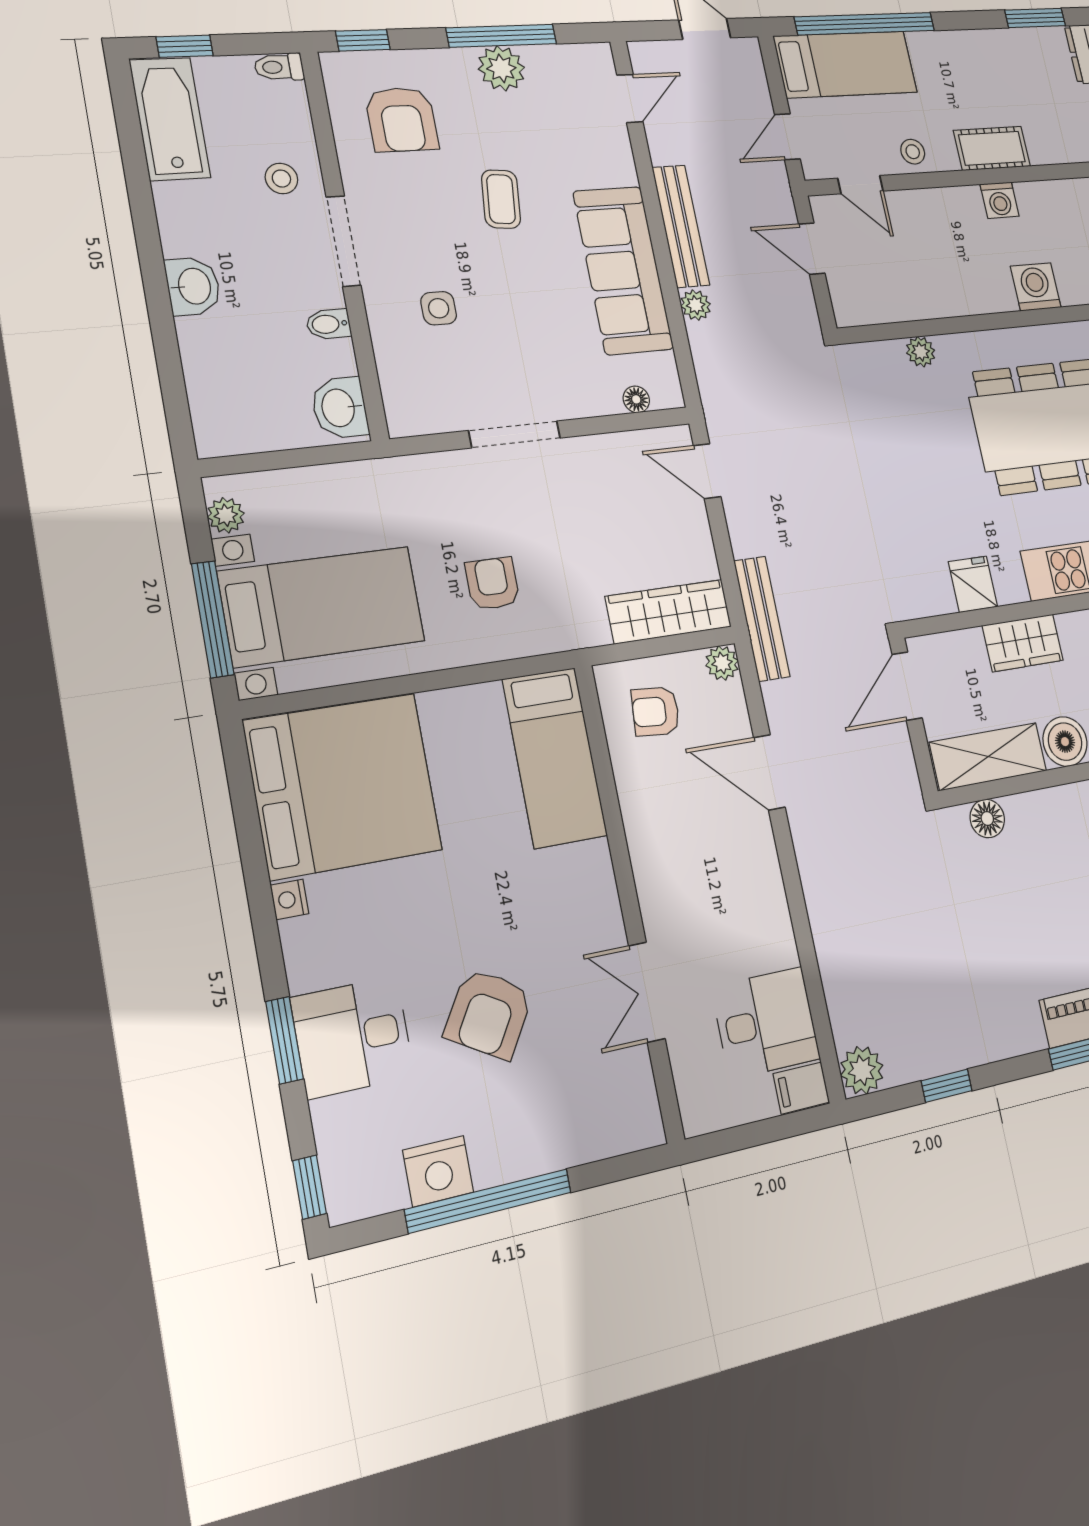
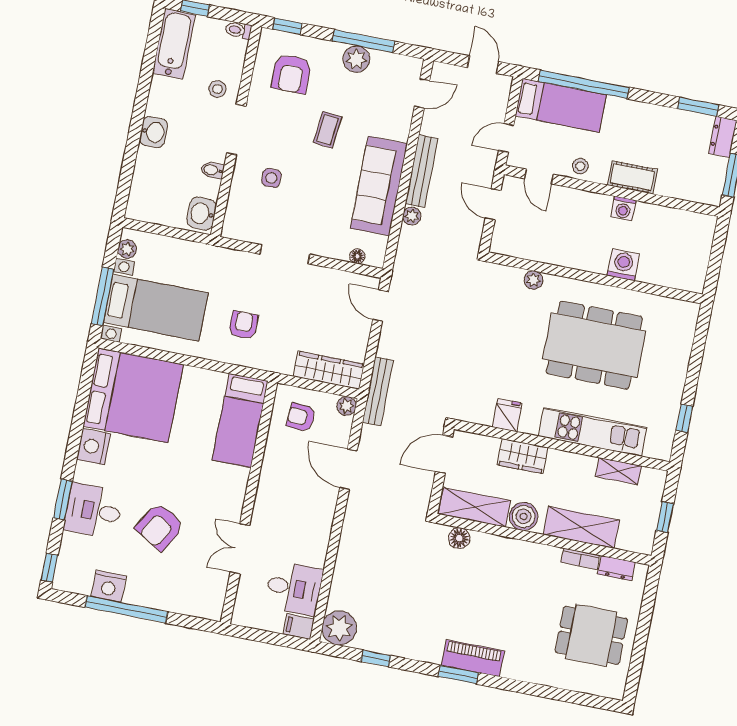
nightstand: (290, 899) -> (94, 447), width x1.89, depth x1.79
plant: (862, 1070) -> (339, 628), width x1.36, depth x1.36

